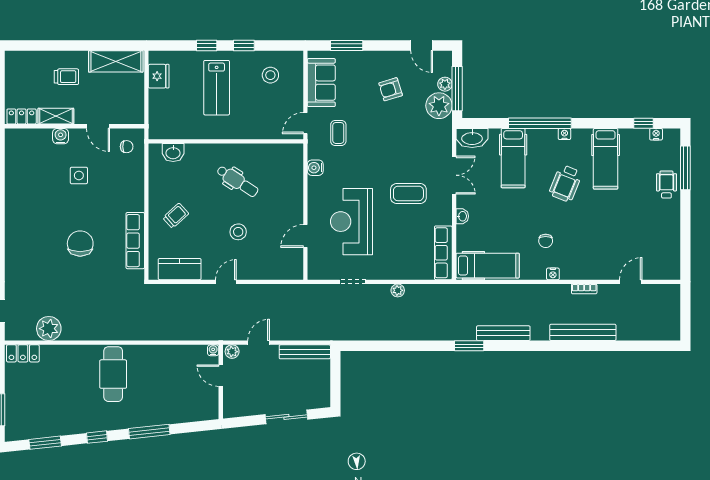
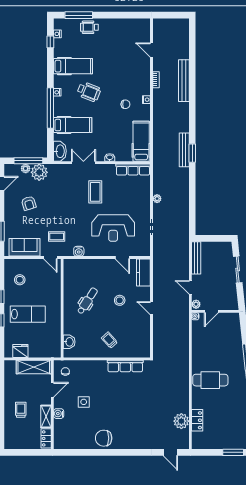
shelving: (116, 61) -> (34, 367), moved, turned 90
chair: (80, 244) -> (104, 438), moved
kitchen counter: (180, 269) -> (143, 272), moved
bench: (503, 333) -> (184, 150), moved
locker: (23, 353) -> (197, 420), moved

